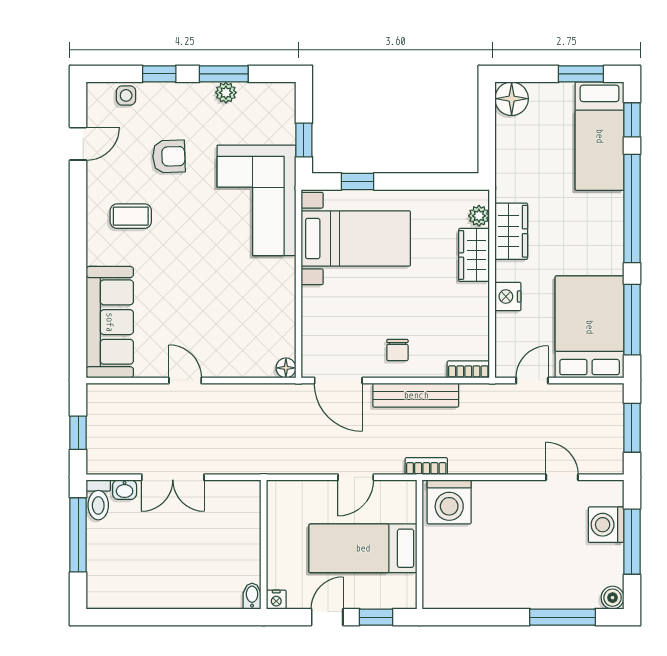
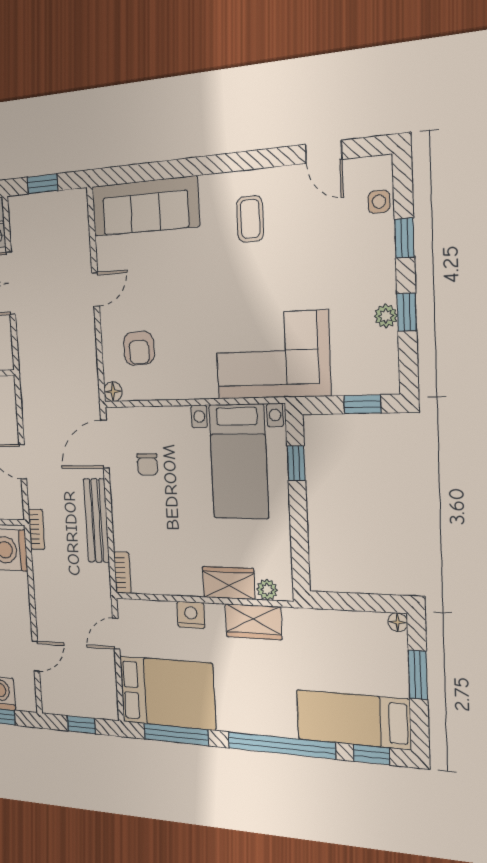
window: (224, 74) -> (407, 312), width x0.67
window: (581, 74) -> (418, 675), moved
floor lamp: (512, 99) -> (398, 622), width x0.53, depth x0.53
window: (304, 140) -> (362, 404), moved
armchair: (169, 156) -> (139, 348), moved
chair: (397, 350) -> (147, 464), moved, turned -90
door: (532, 380) -> (116, 634), swing flipped
window: (632, 428) -> (81, 725), width x0.67

